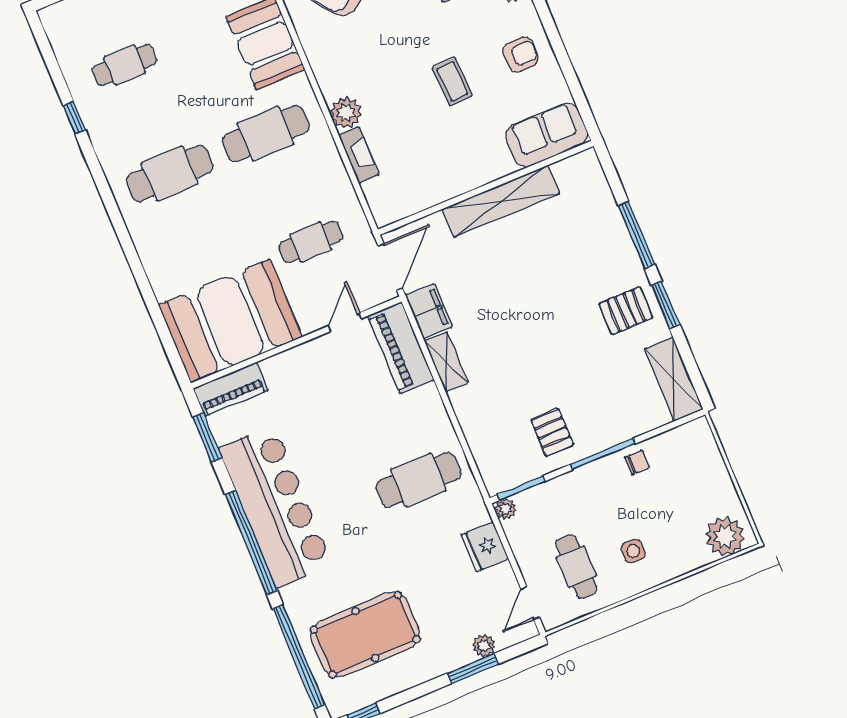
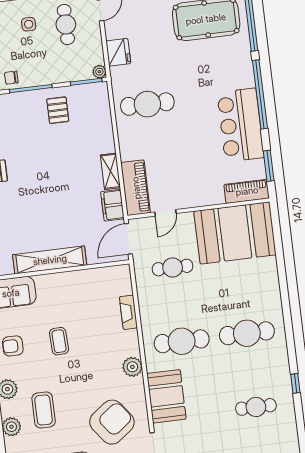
plant: (346, 113) -> (132, 367), moved
bar counter: (276, 506) -> (241, 125), width x0.73

